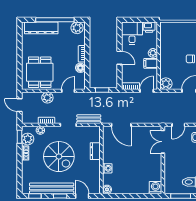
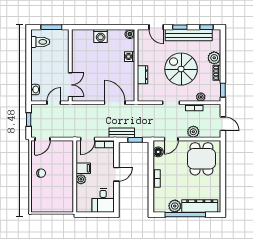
printer: (149, 27) -> (85, 207), removed
plant: (77, 28) -> (175, 206), moved
door: (120, 58) -> (116, 174), swing flipped
floor lamp: (80, 68) -> (158, 152), moved
plant: (166, 84) -> (67, 147), removed
bench: (89, 119) -> (122, 133), moved
plant: (28, 139) -> (214, 58), moved
washing machine: (155, 188) -> (101, 36), moved

